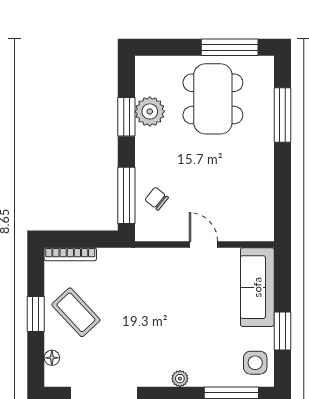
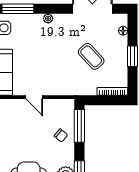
chair: (157, 199) -> (61, 135), moved
coffee table: (76, 312) -> (91, 56), moved

